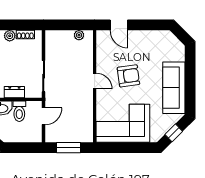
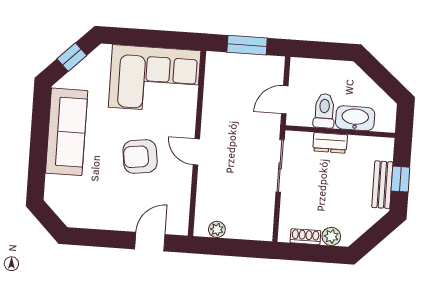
door: (119, 25) -> (150, 242), hinge flipped

